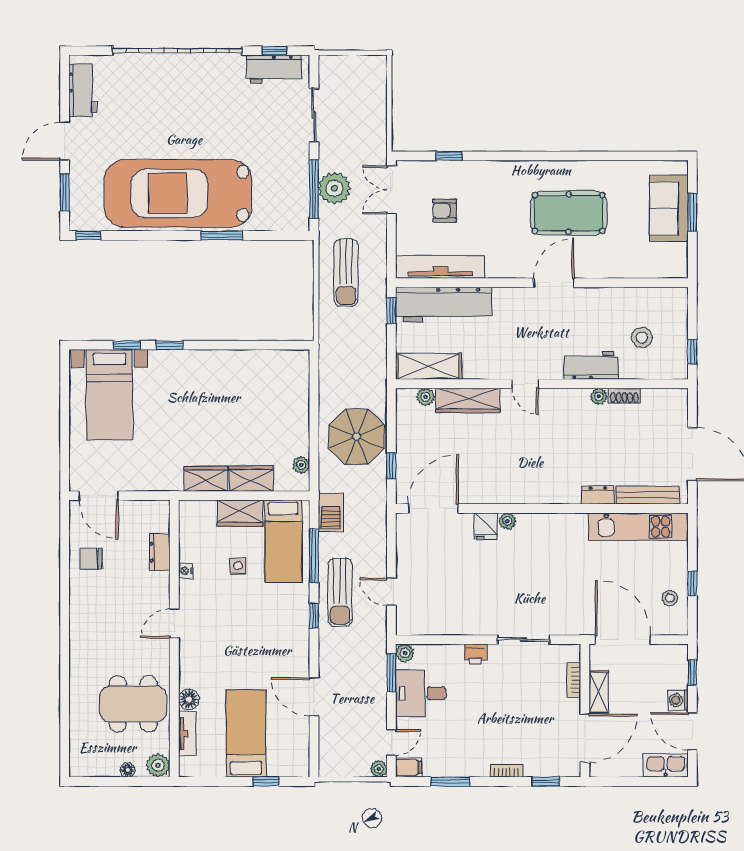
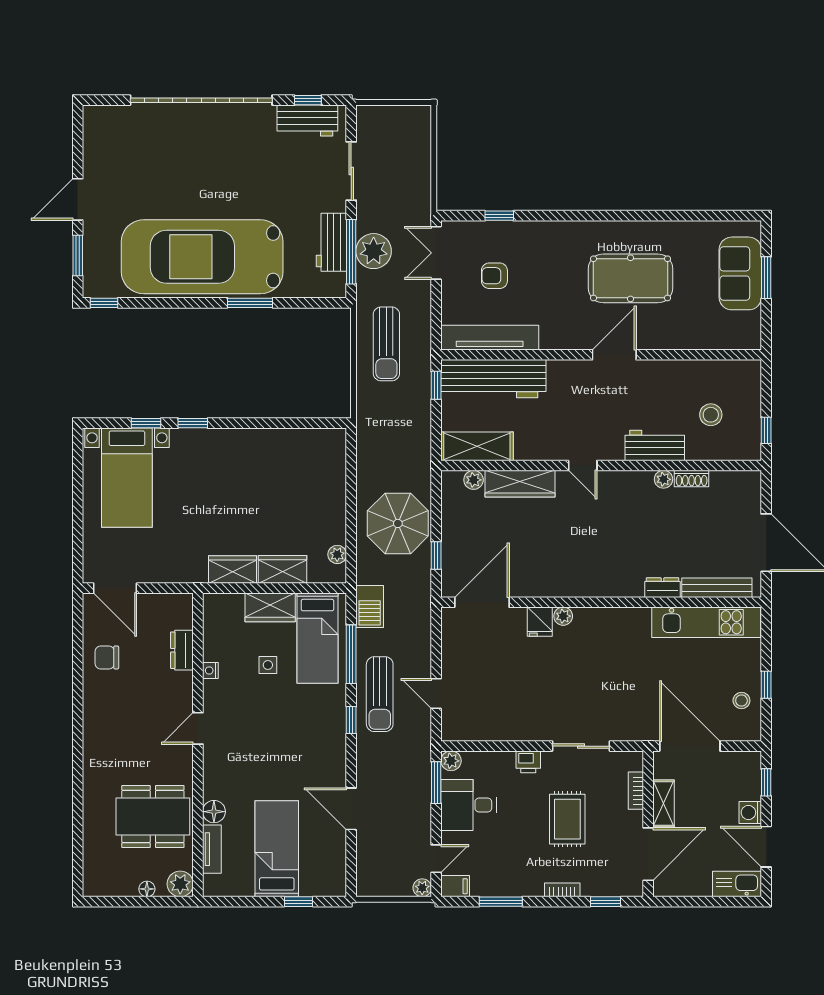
workbench: (83, 90) -> (331, 242), moved, turned 180
rug: (511, 706) -> (567, 819), added

